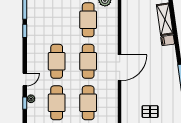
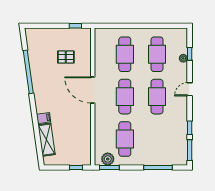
door: (120, 68) -> (93, 90), hinge flipped
door: (25, 79) -> (190, 89), moved
pallet: (150, 112) -> (66, 57), moved

